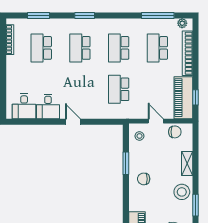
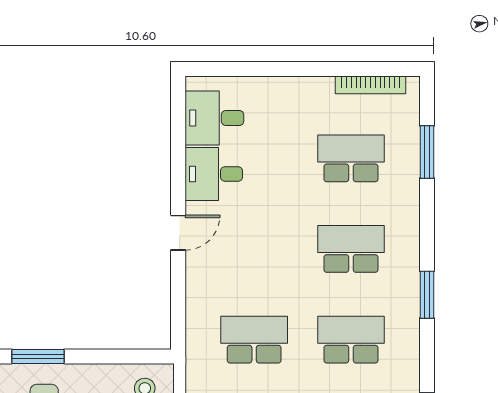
window: (85, 15) -> (427, 295), moved
window: (126, 163) -> (38, 356), moved

